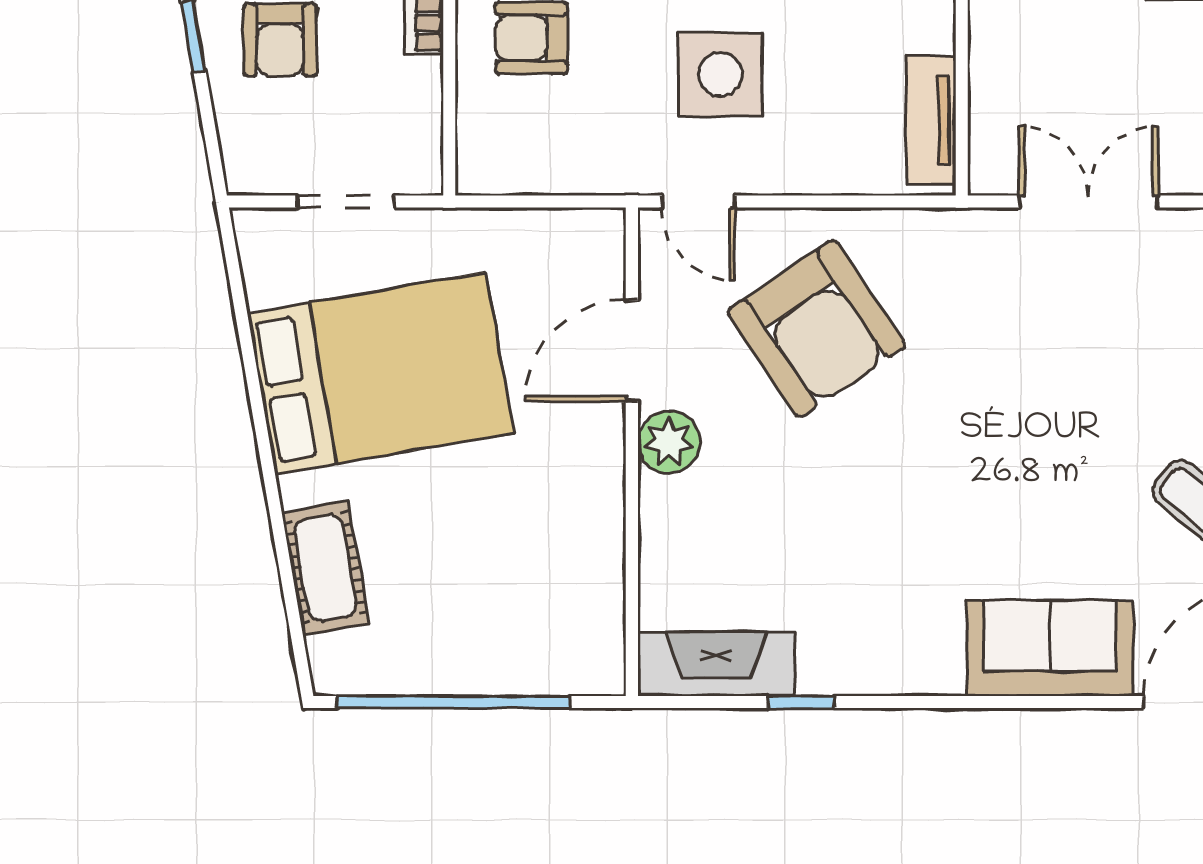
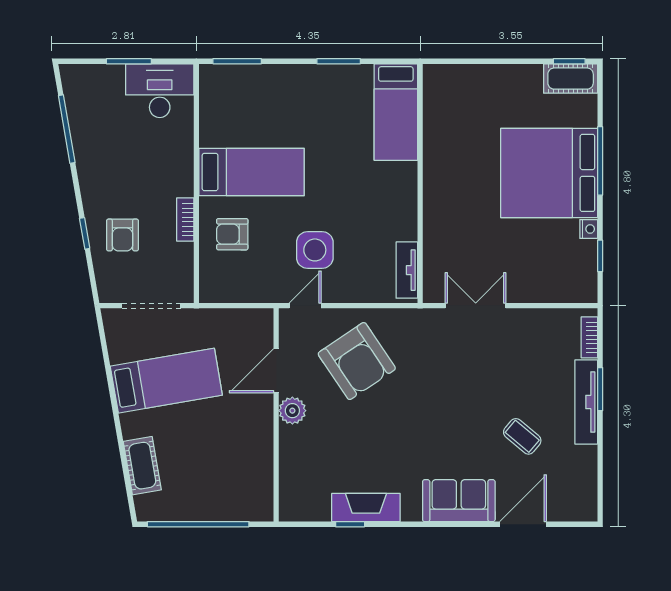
doorway: (345, 202) -> (151, 306), width x1.38
door: (698, 202) -> (305, 306), swing flipped
bed: (380, 373) -> (166, 381), width x0.67
fireplace: (716, 664) -> (366, 508), moved

